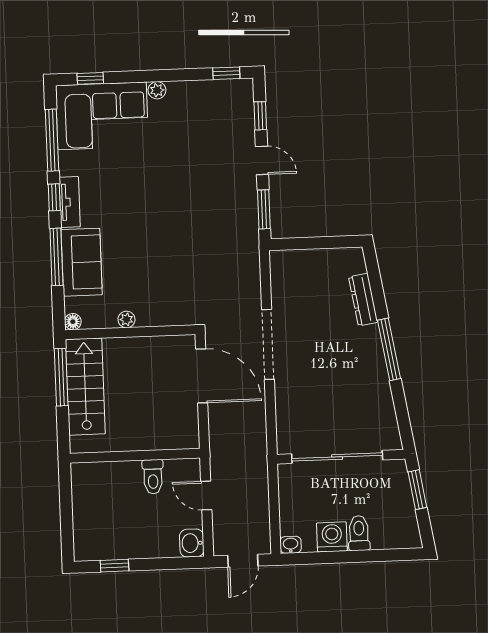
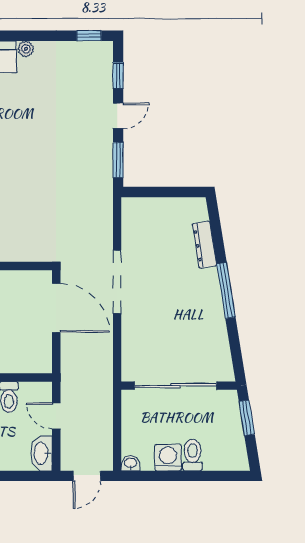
door: (262, 160) -> (118, 116), hinge flipped
washbasin: (192, 543) -> (41, 453), width x1.38

